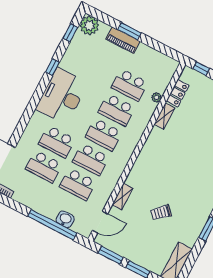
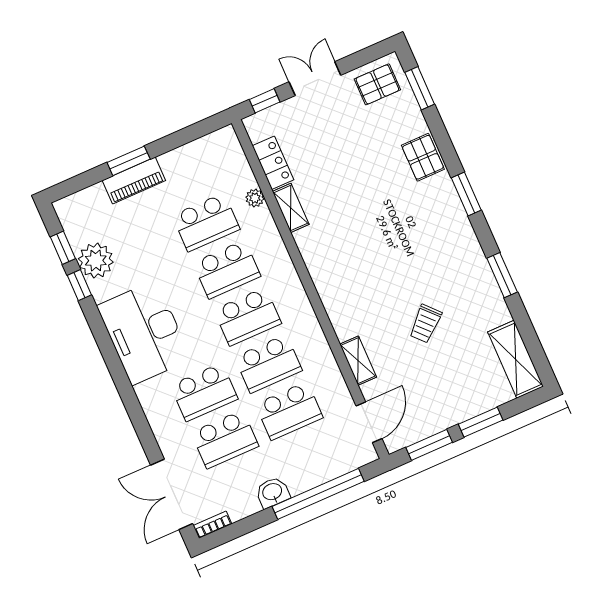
plant: (89, 25) -> (96, 261), moved
window: (52, 67) -> (79, 285), moved
washbasin: (65, 219) -> (272, 492), moved

